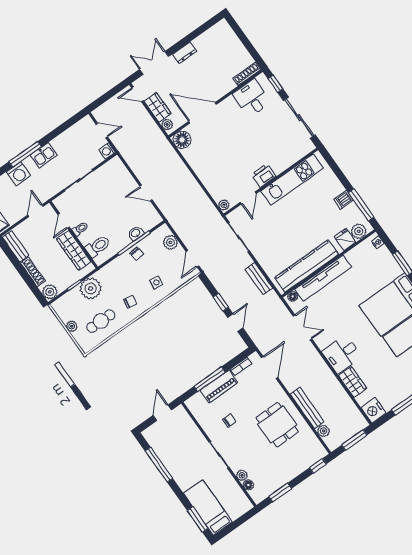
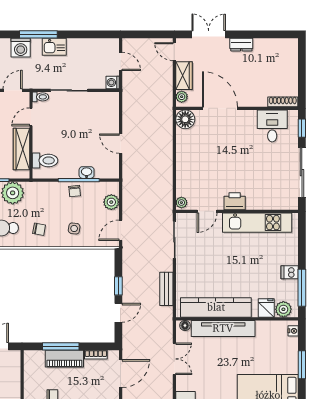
toilet: (80, 229) -> (41, 97), moved

